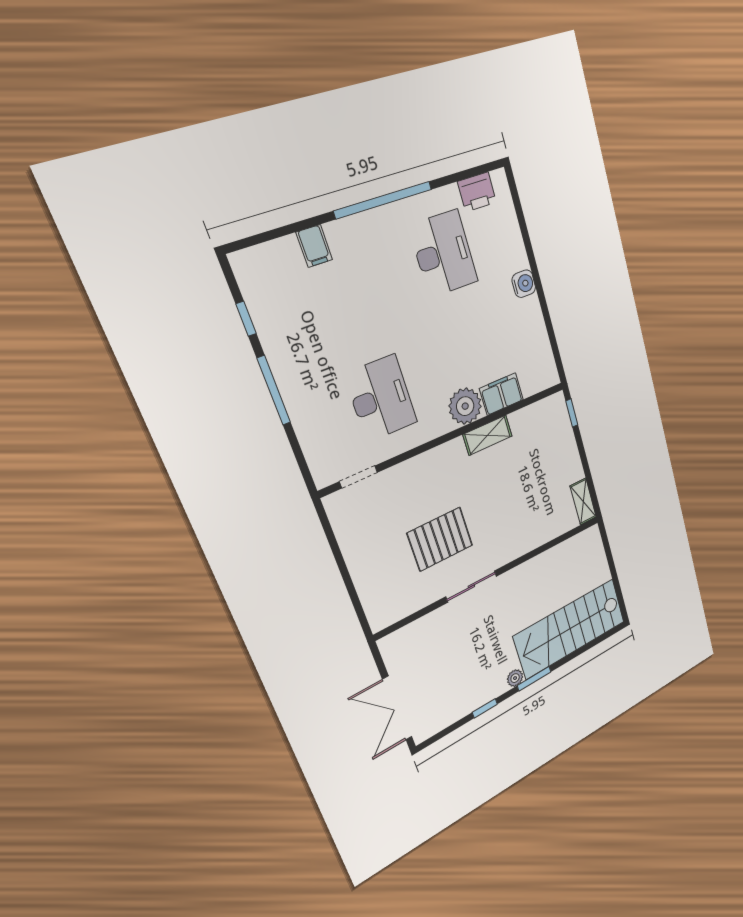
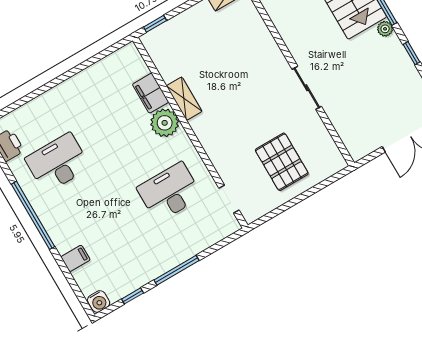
water cooler: (524, 284) -> (99, 301), moved, turned 180
pallet: (440, 539) -> (282, 162), moved

